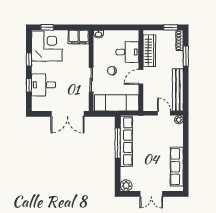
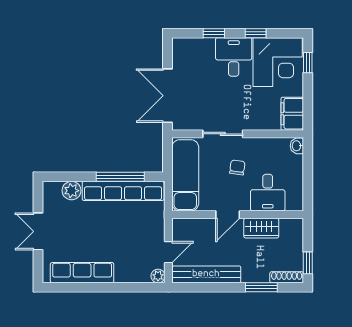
wardrobe: (149, 51) -> (261, 228), width x0.67
door: (141, 77) -> (228, 215), swing flipped
desk: (44, 85) -> (234, 57), moved
plant: (126, 185) -> (72, 191), moved

